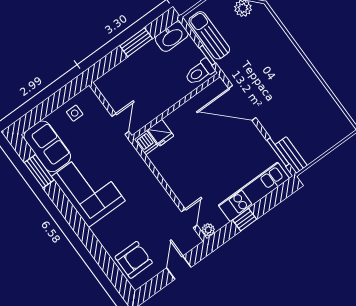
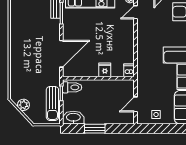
door: (242, 103) -> (61, 54), hinge flipped
door: (120, 124) -> (136, 104), moved
fridge: (161, 133) -> (105, 70), moved

